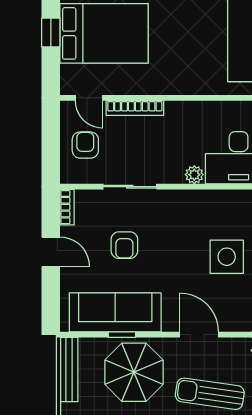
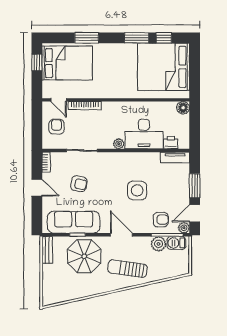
armchair: (124, 245) -> (79, 184), turned -78
bench: (69, 369) -> (47, 250), width x0.73

